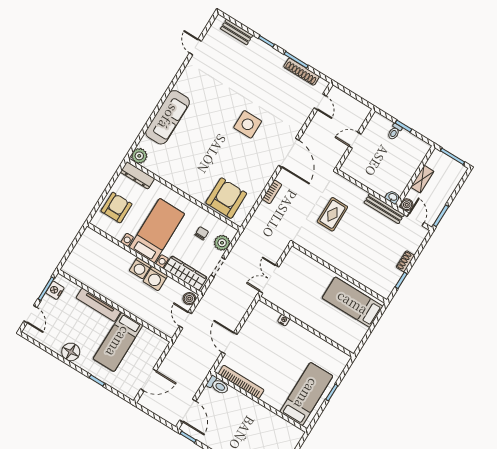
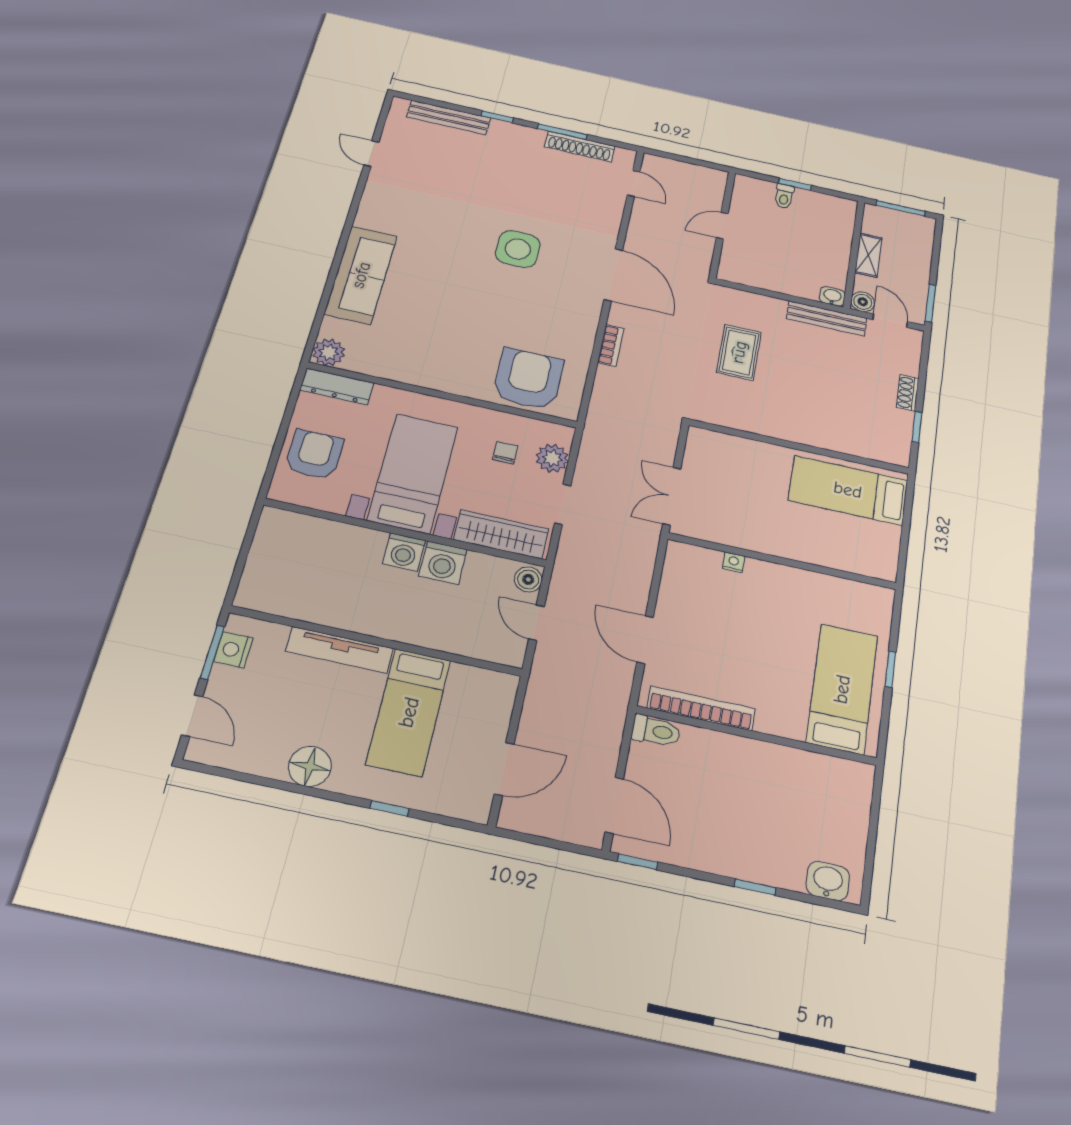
bench: (237, 32) -> (449, 117), width x1.36

